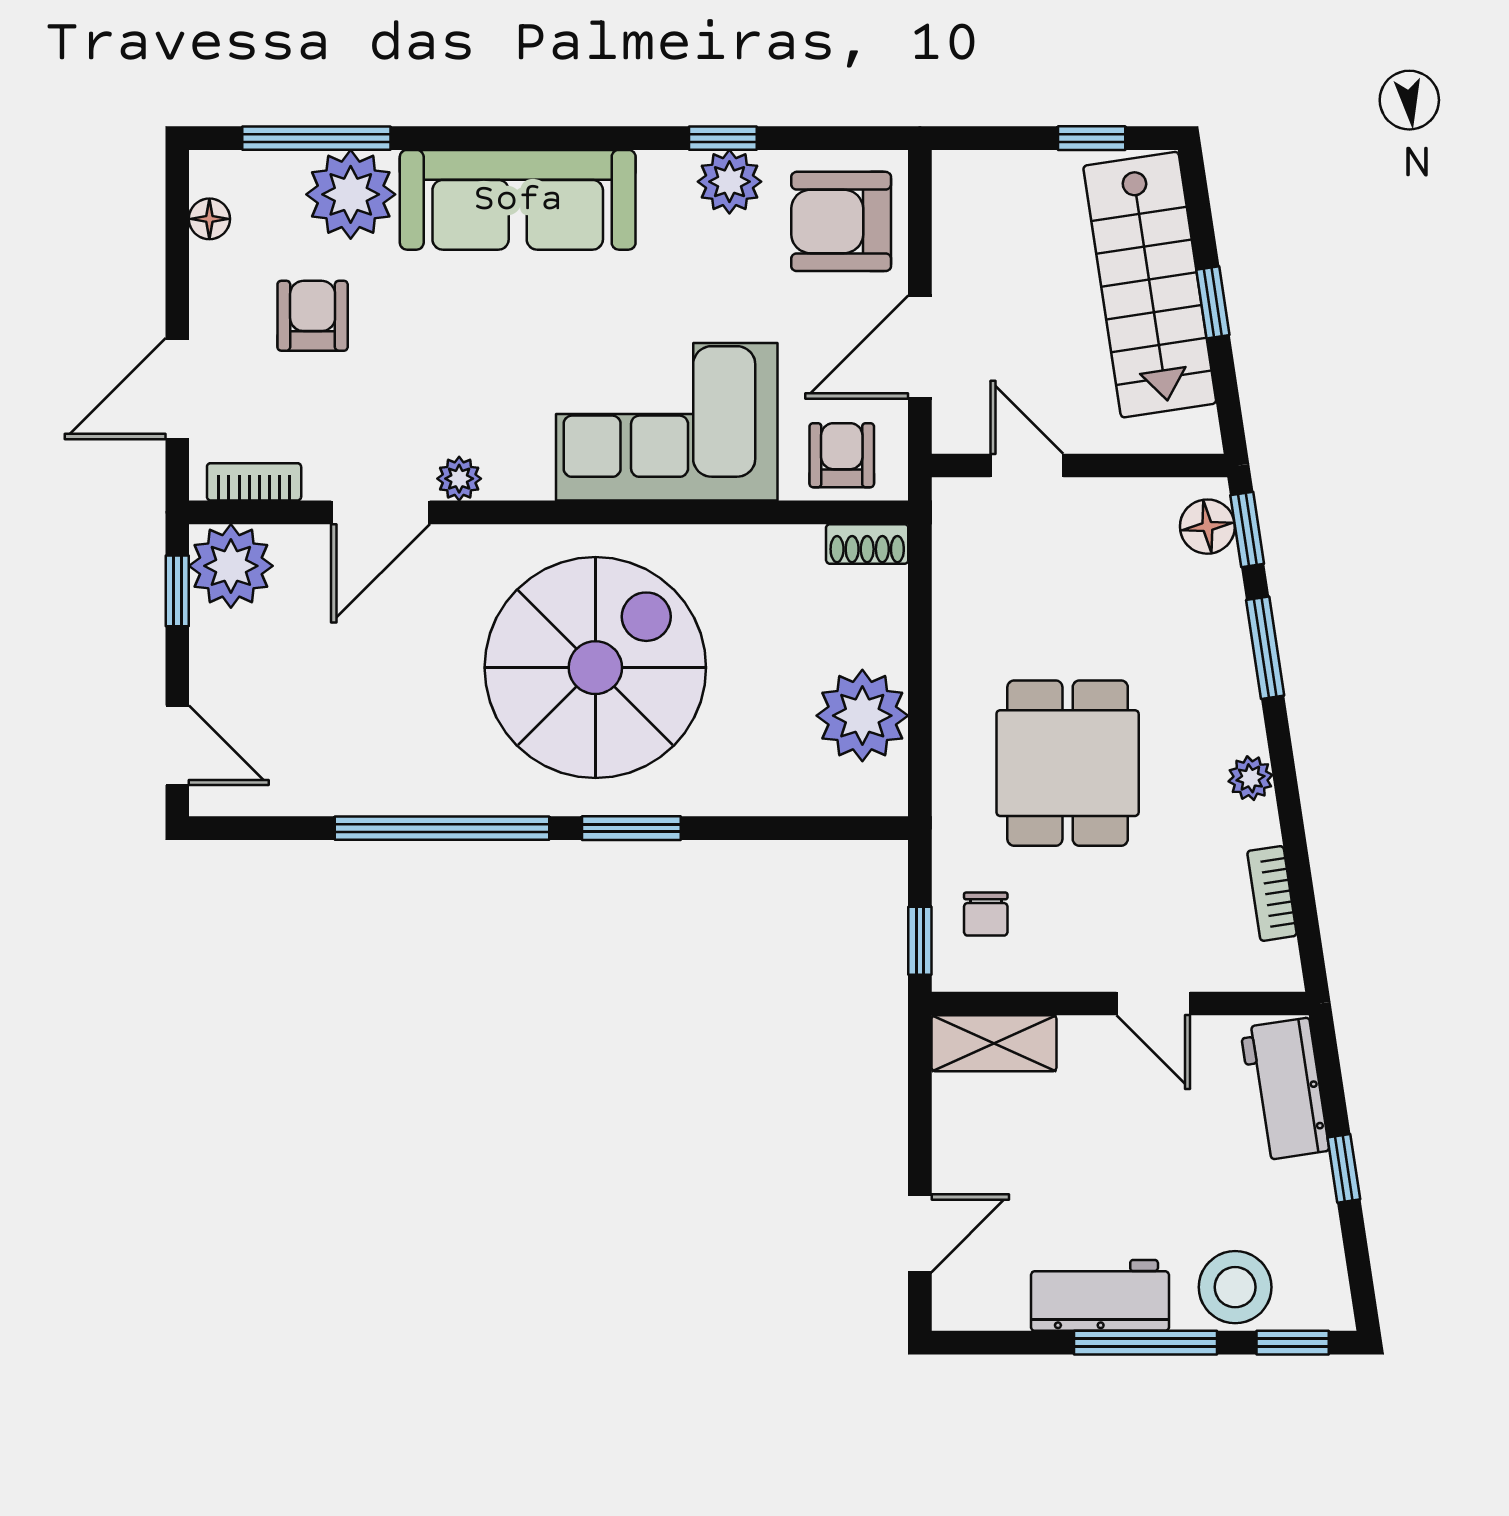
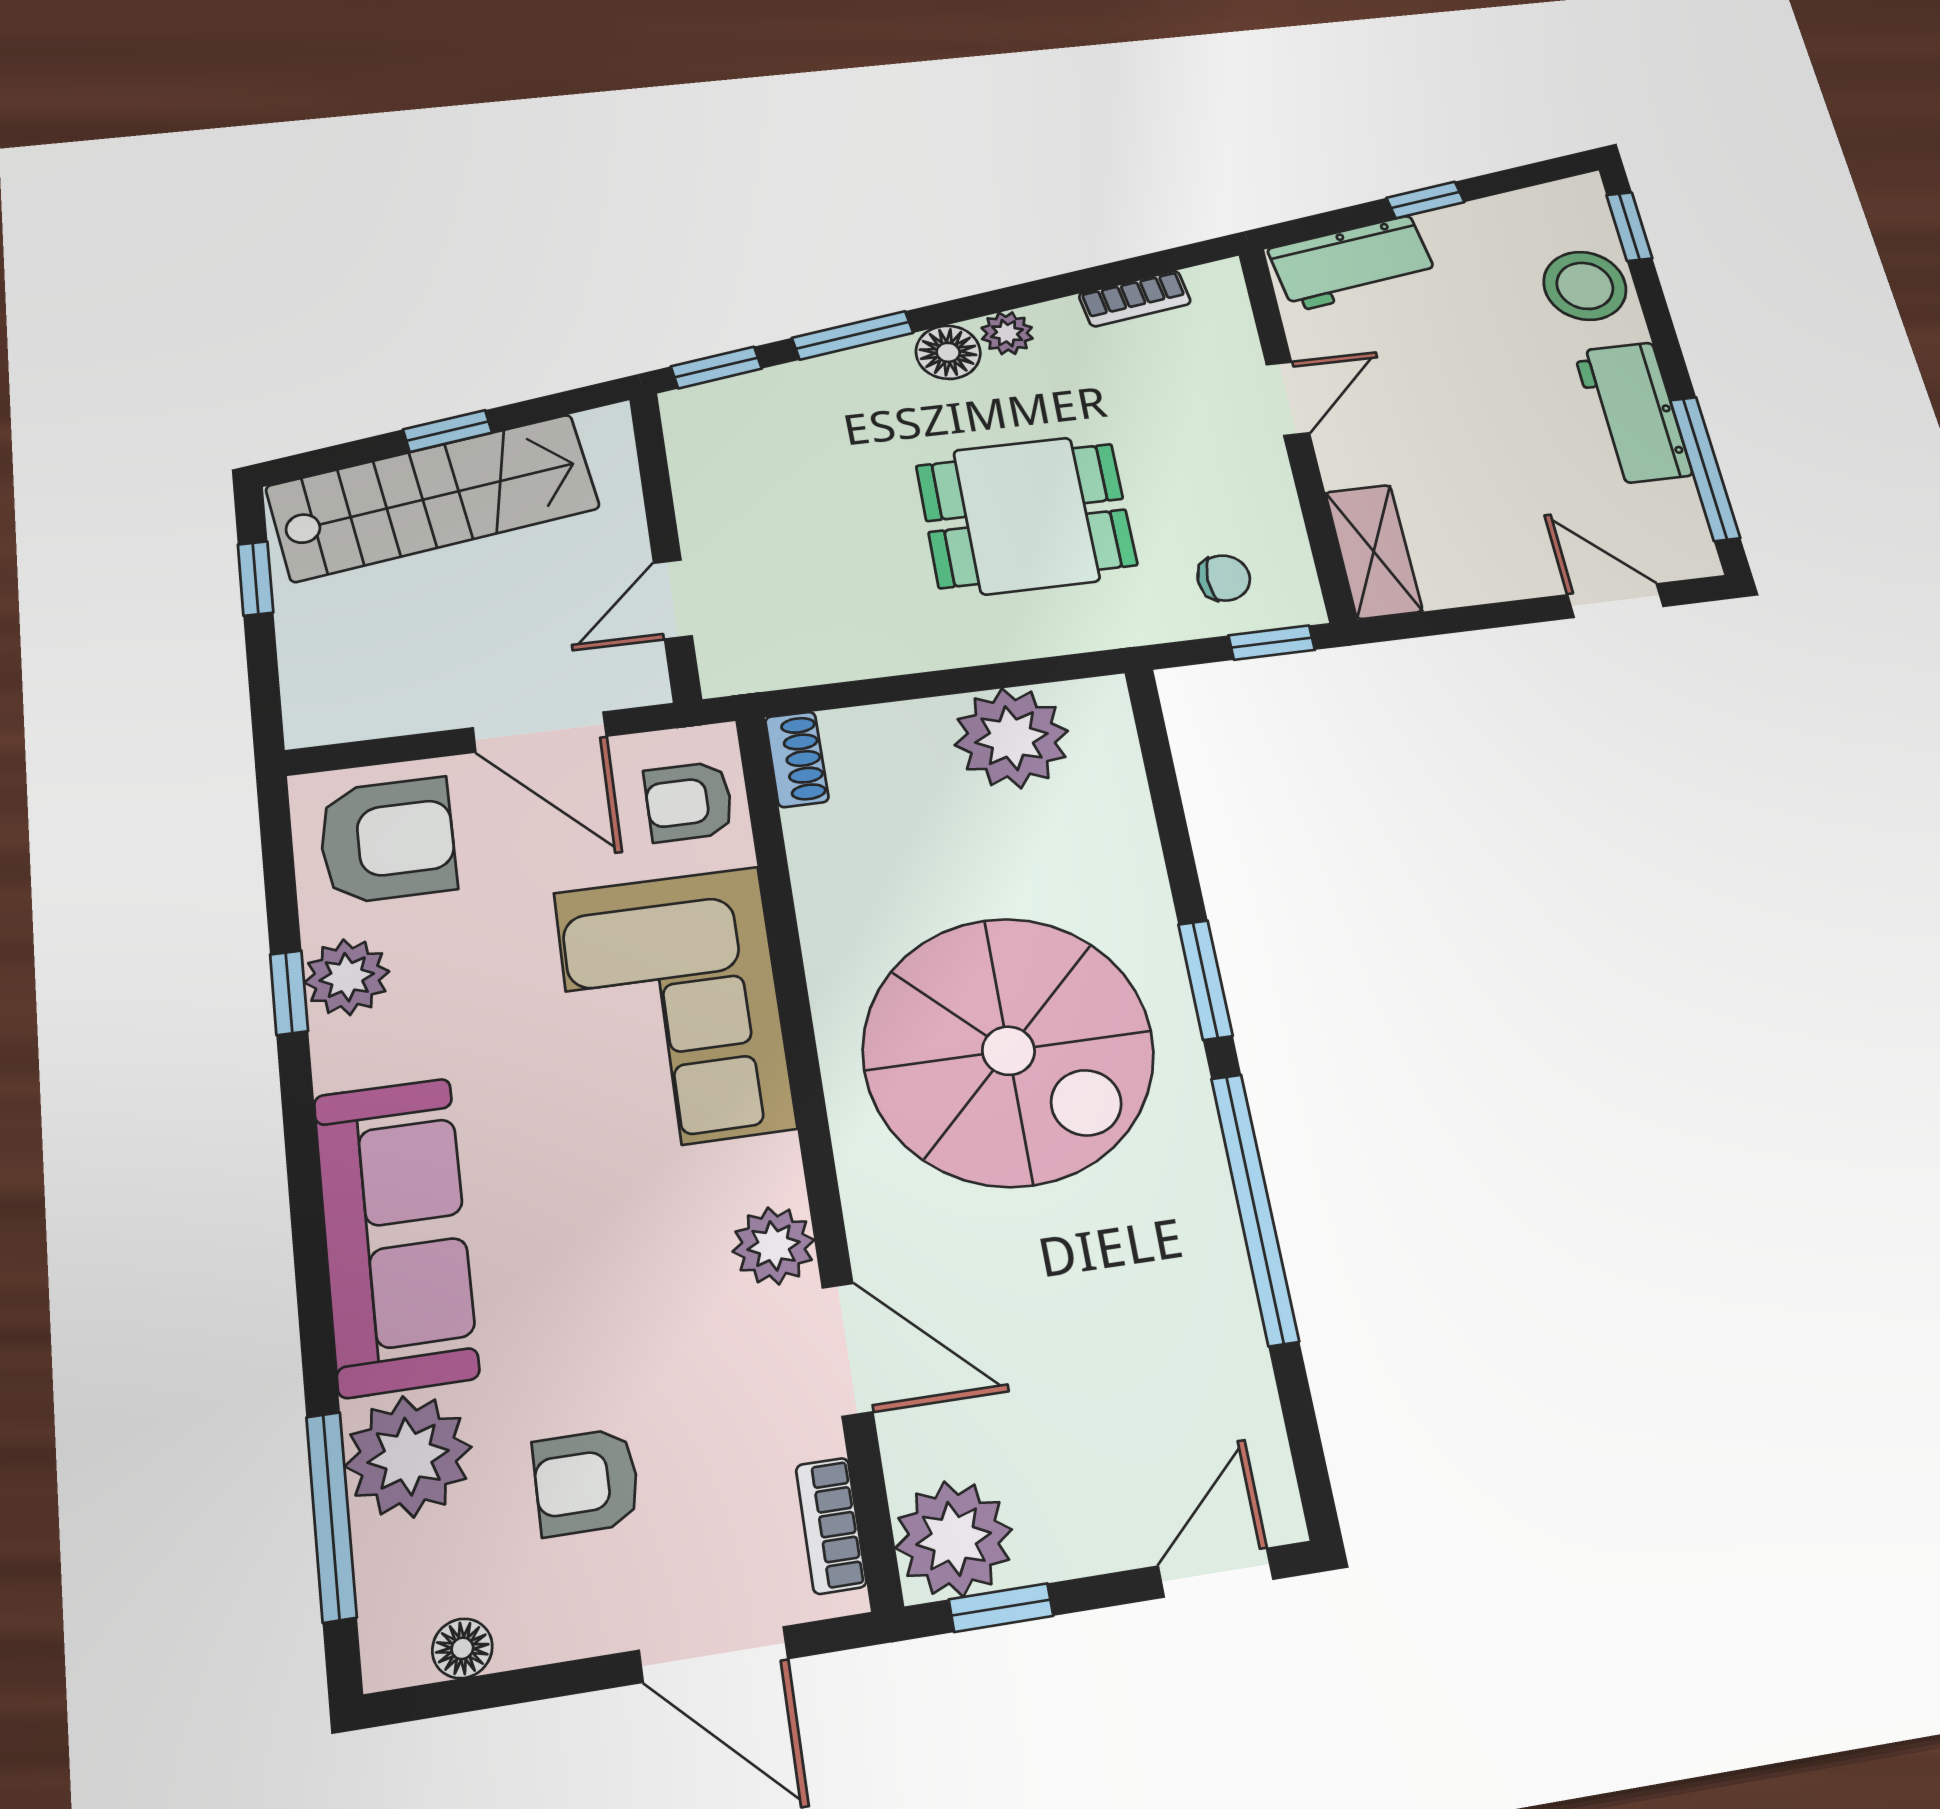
armchair: (841, 221) -> (387, 840), turned -90
plant: (459, 479) -> (774, 1246), width x1.38, depth x1.38
floor lamp: (1207, 527) -> (948, 352), moved
spiral stairs: (595, 668) -> (1008, 1051), turned 180
window: (1145, 1343) -> (1705, 468), moved

